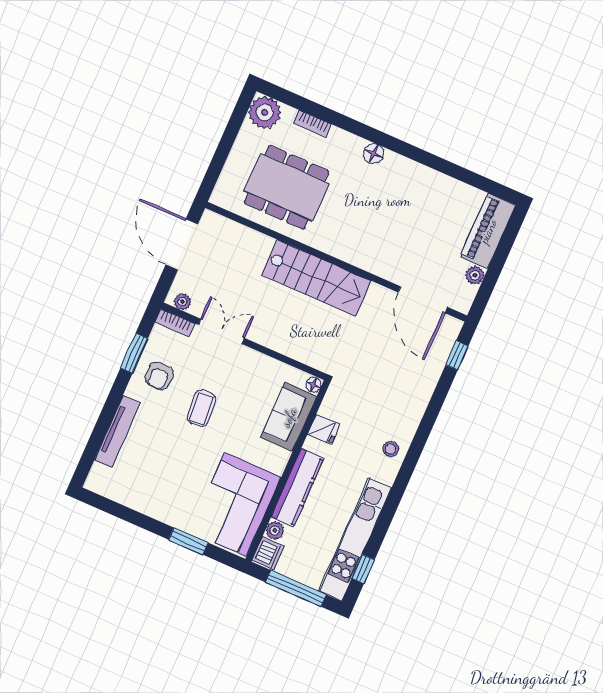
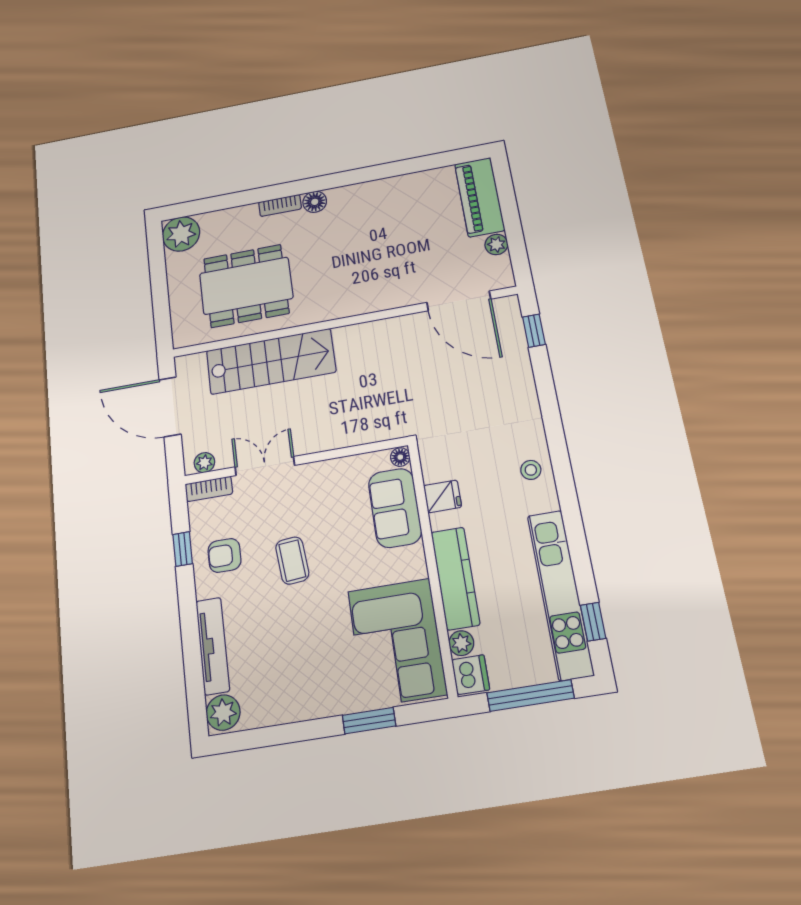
bookcase: (312, 124) -> (280, 205), moved
stairs: (316, 278) -> (271, 361), moved
window: (134, 353) -> (183, 549), width x0.67
armchair: (159, 376) -> (224, 555), turned 90
plant: (100, 478) -> (223, 713), added

